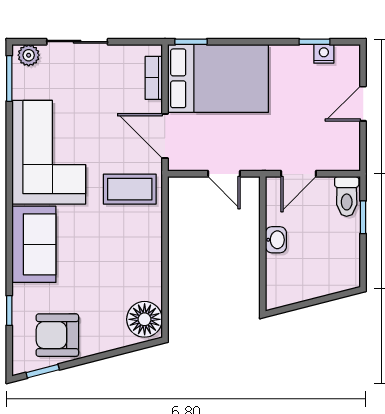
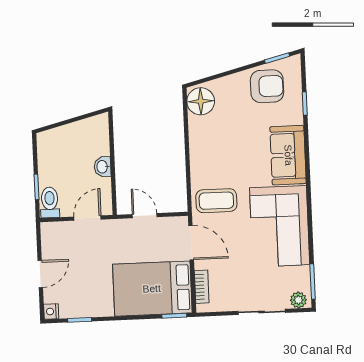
nightstand: (324, 54) -> (51, 311), moved, turned 90

